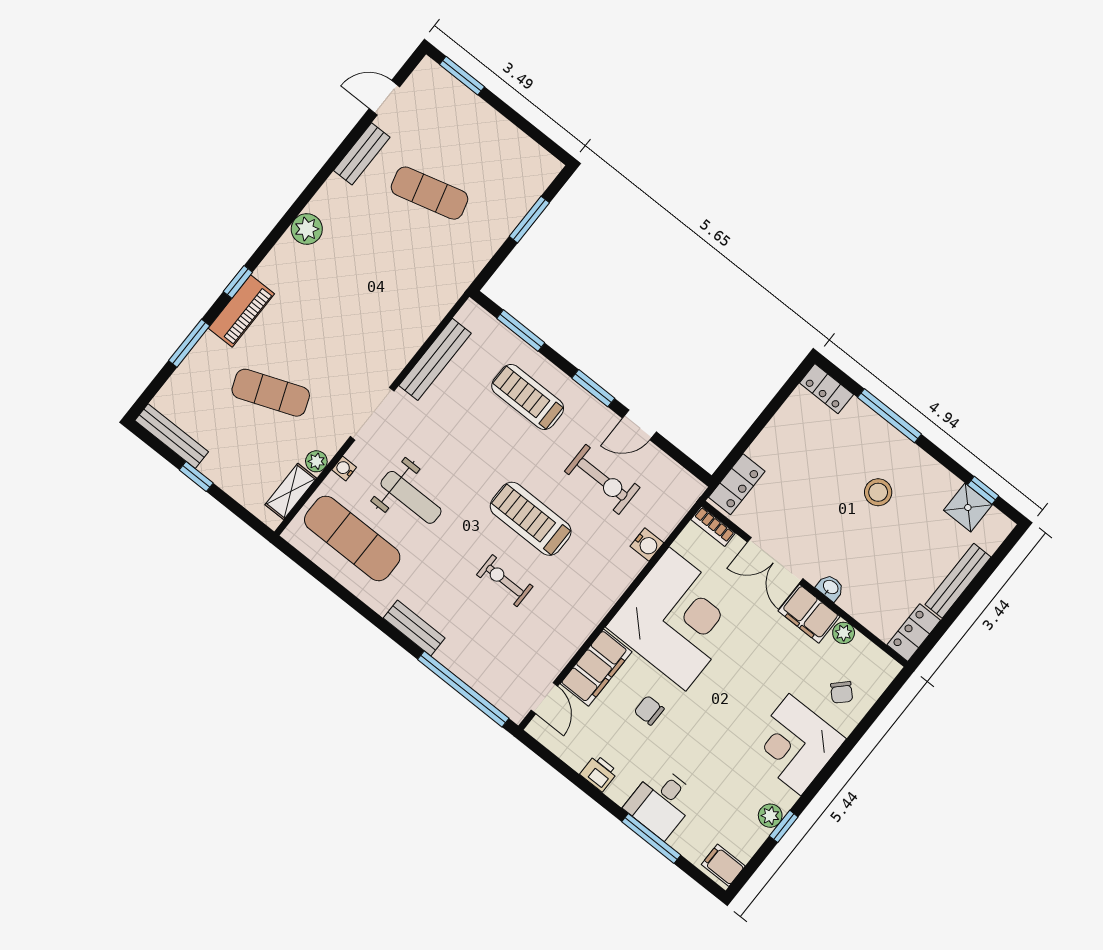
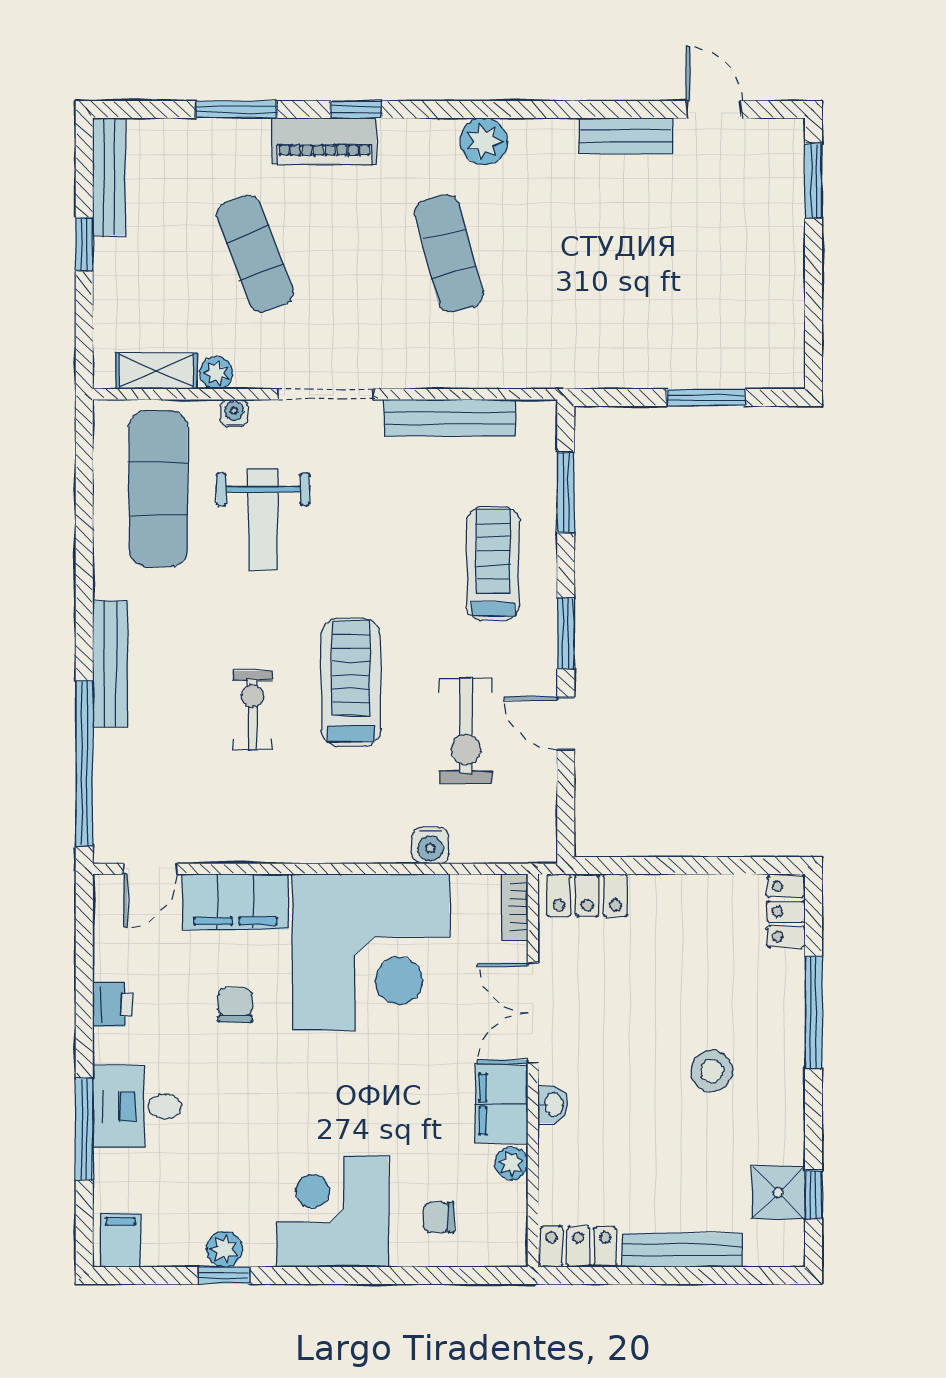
exercise mat: (430, 193) -> (449, 254), moved
bench: (414, 628) -> (110, 664), width x1.36
chair: (842, 692) -> (439, 1217), turned 45

